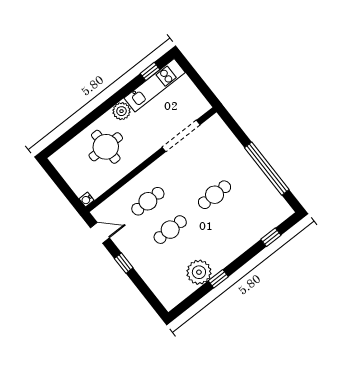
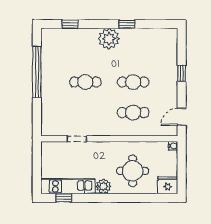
doorway: (181, 136) -> (77, 139), width x0.53
fridge: (63, 159) -> (168, 185), added
door: (100, 233) -> (182, 117), hinge flipped
window: (124, 263) -> (182, 73), moved
plant: (199, 272) -> (109, 39), moved

